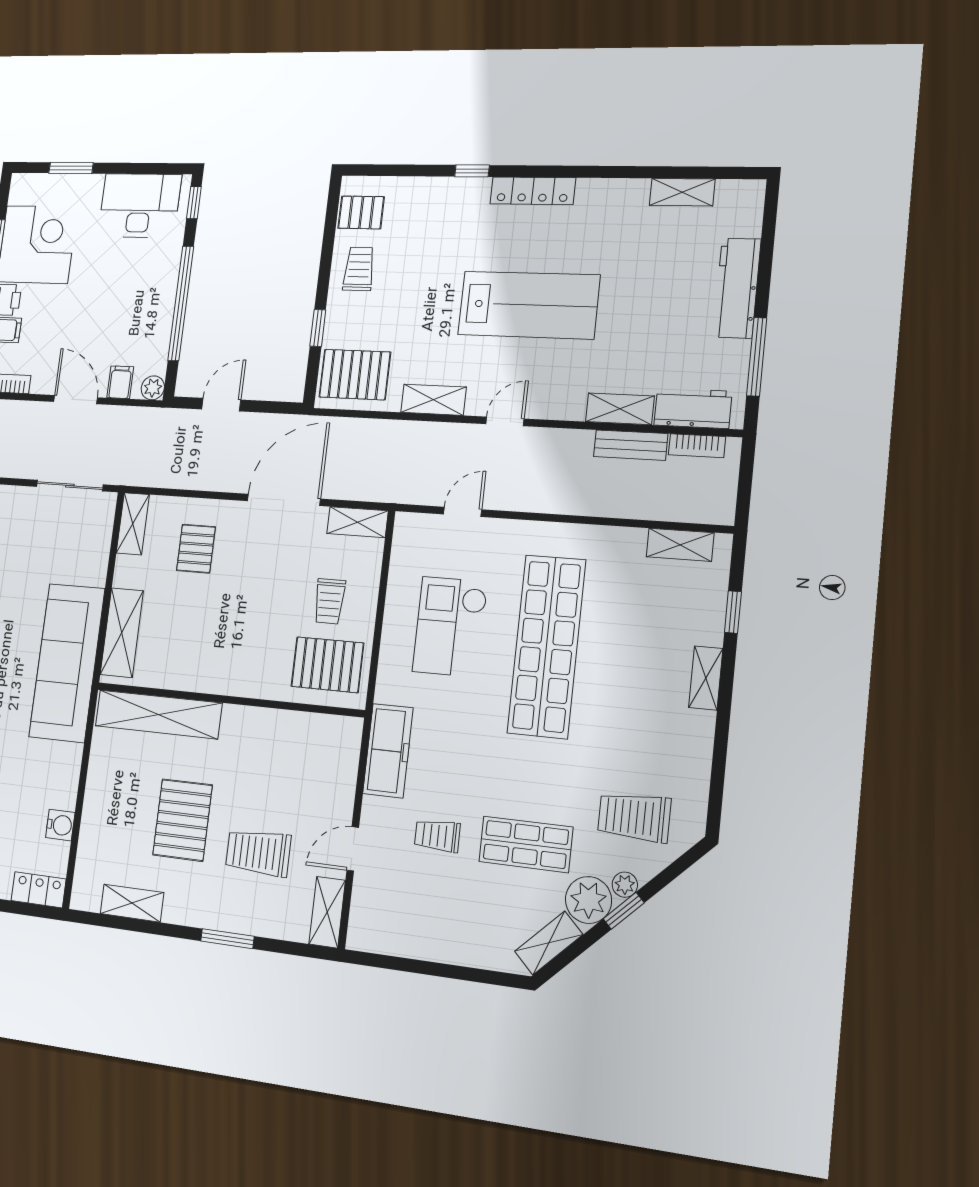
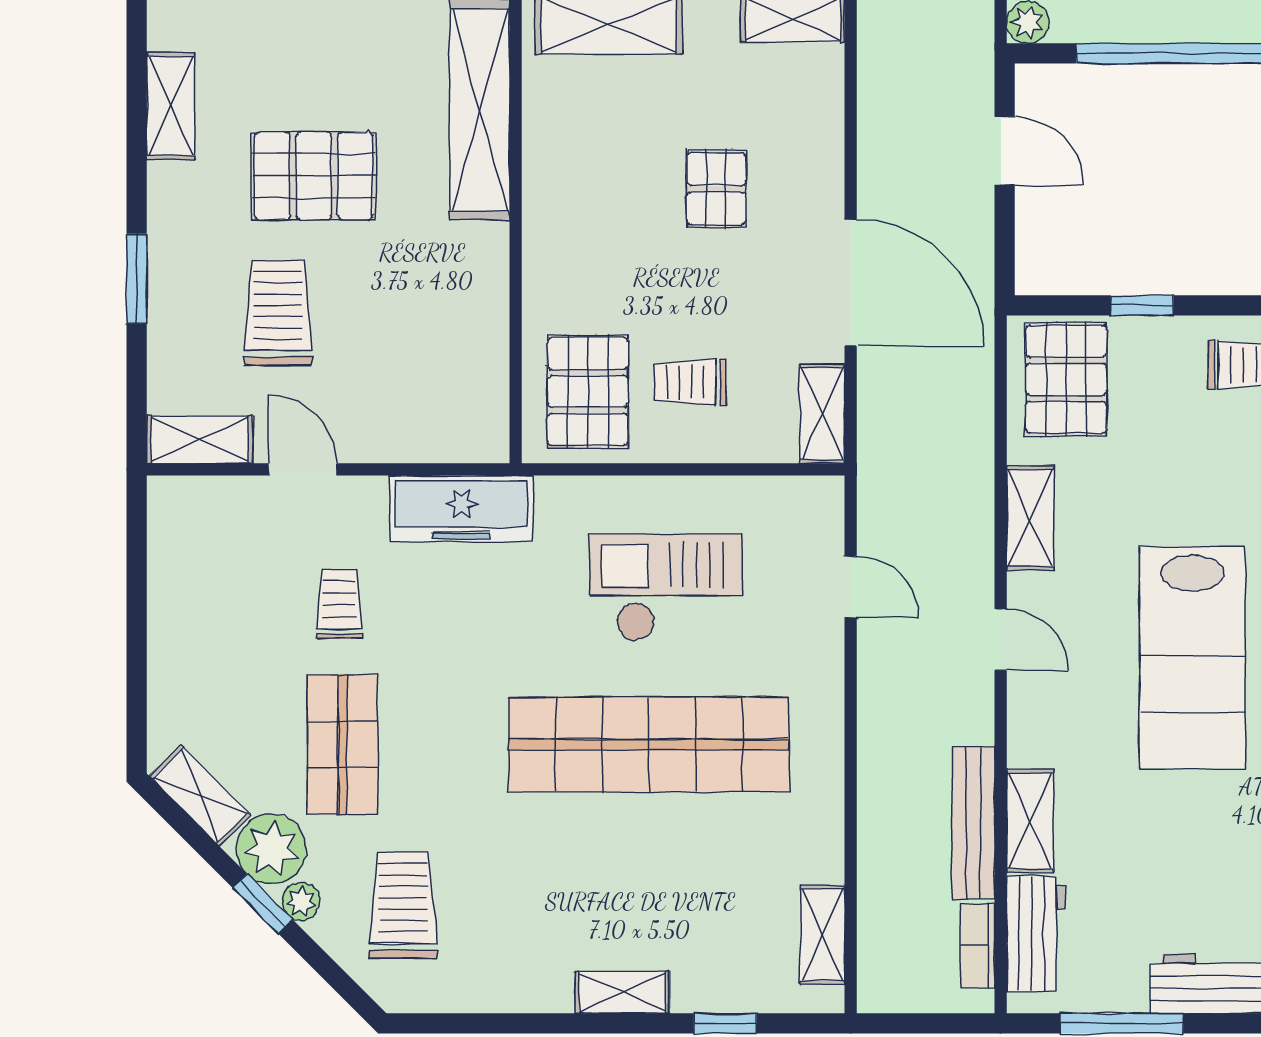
bench: (631, 445) -> (973, 823), width x1.36
pallet: (196, 549) -> (716, 189), moved, turned 90

